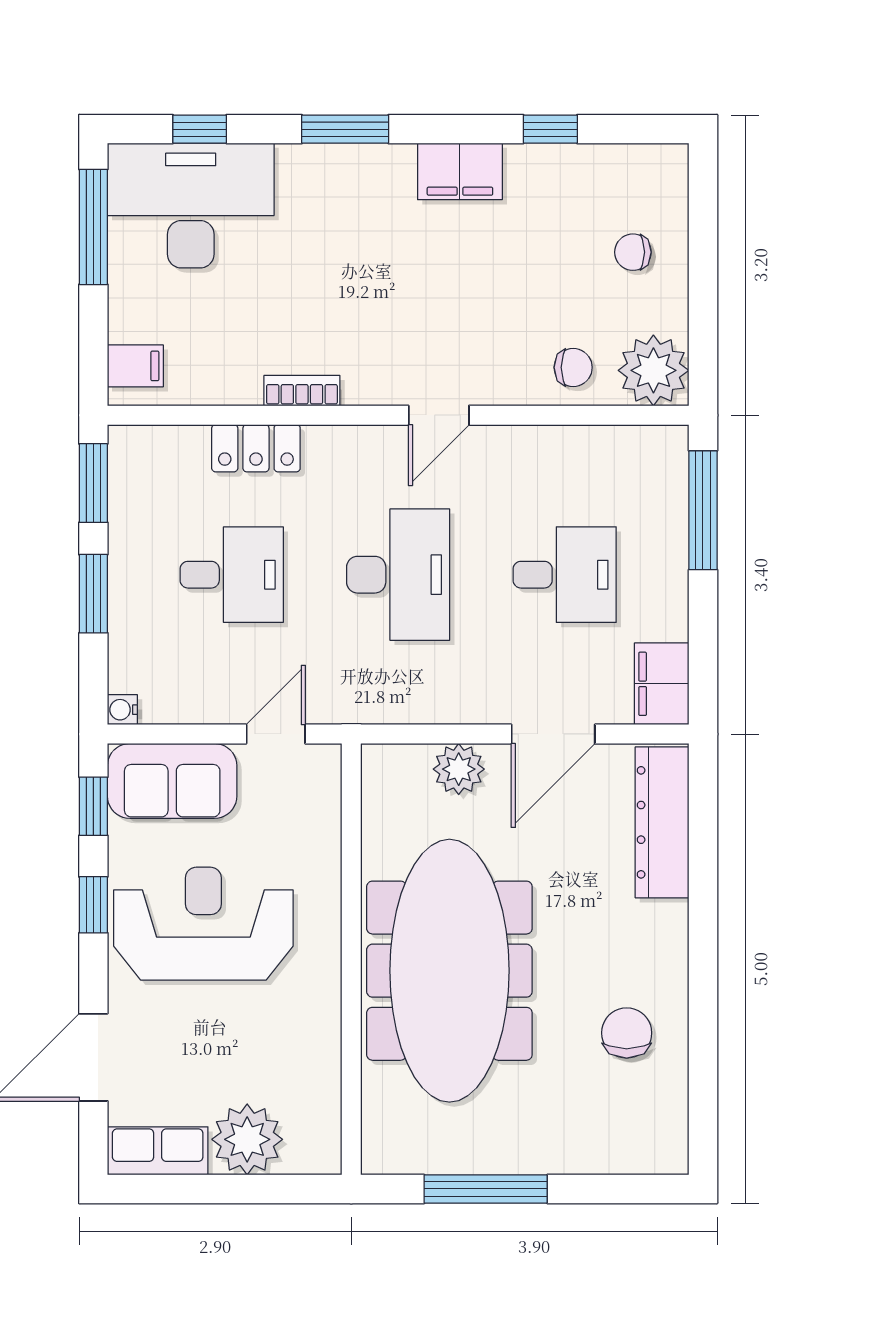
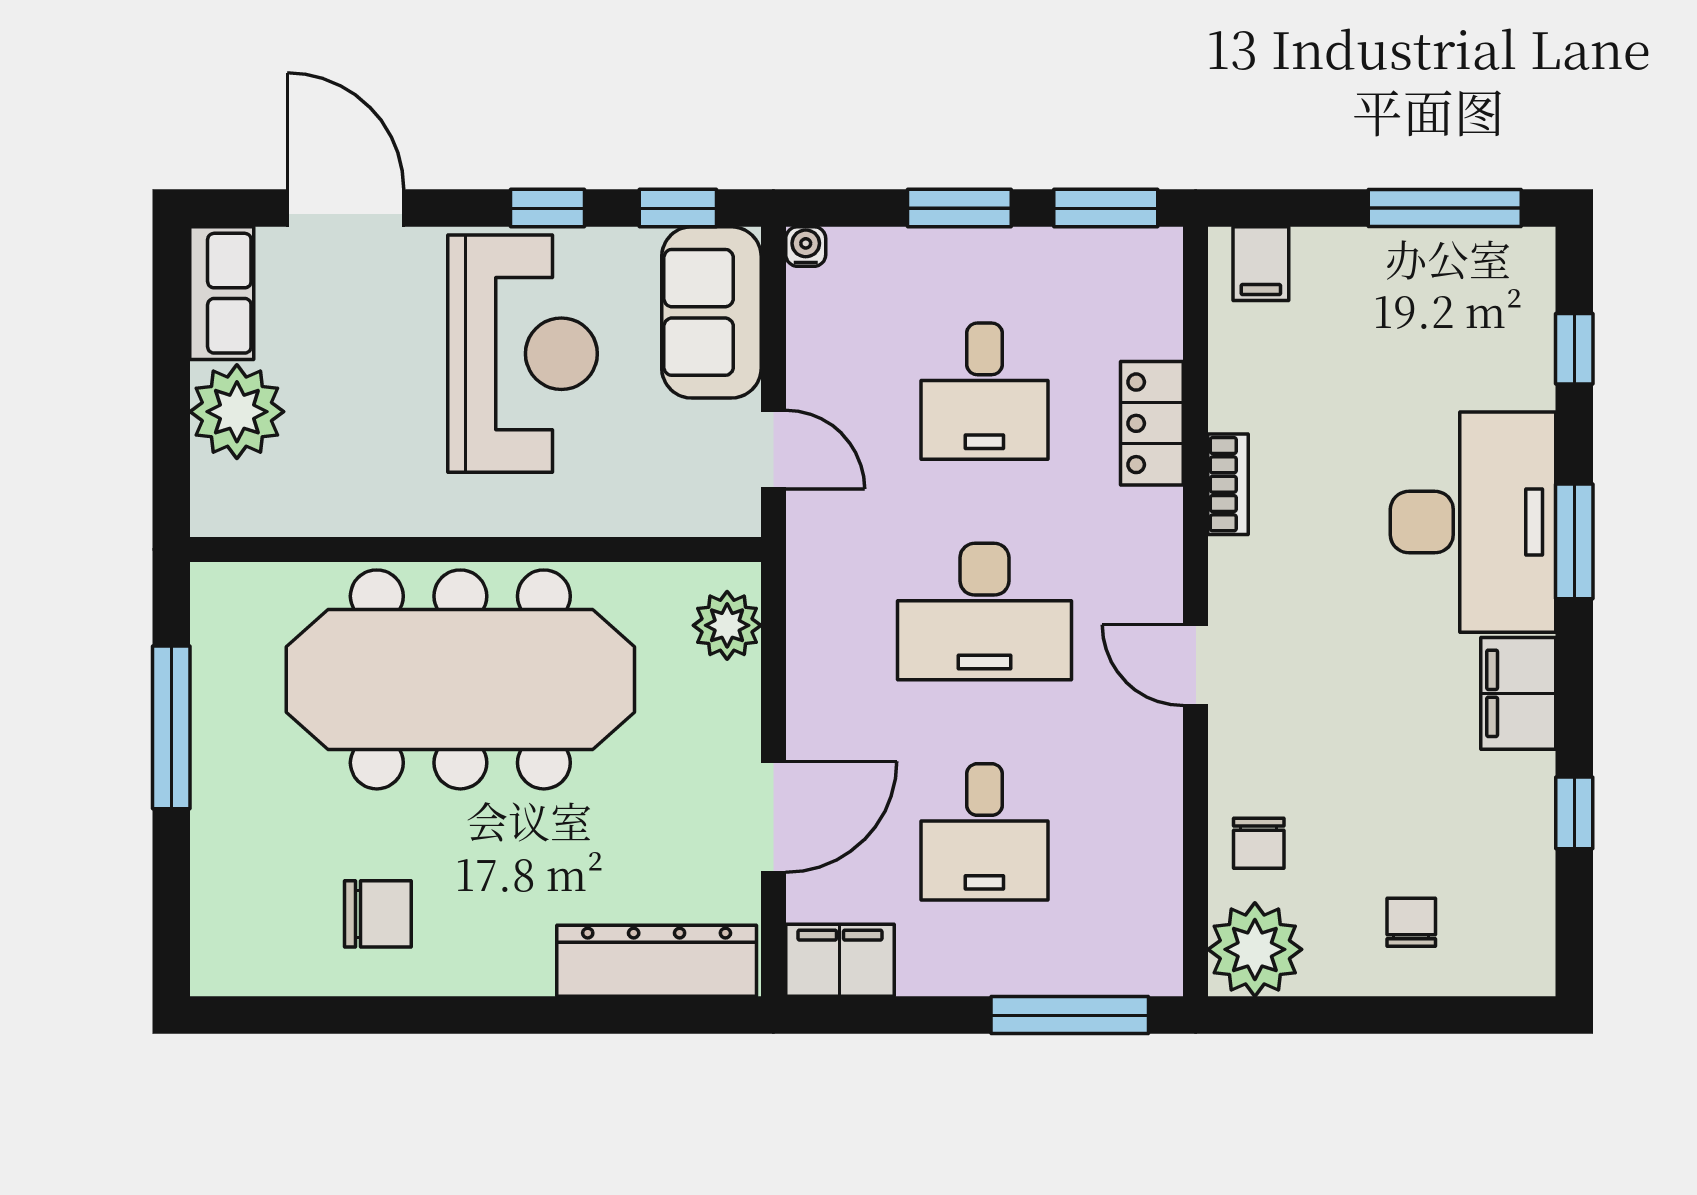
desk: (191, 206) -> (1473, 522), moved
door: (553, 734) -> (773, 817), swing flipped
plant: (459, 769) -> (727, 625), moved

